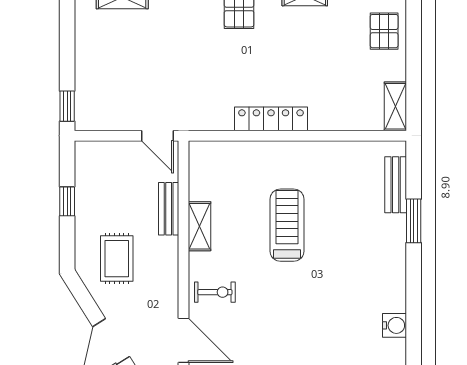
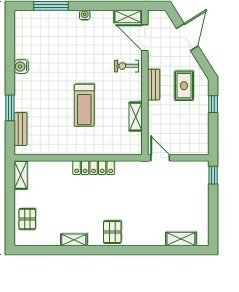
window: (67, 201) -> (213, 104), moved
bench: (169, 209) -> (154, 85), moved
shelving: (199, 226) -> (136, 117), moved
water cooler: (394, 325) -> (21, 67), moved

